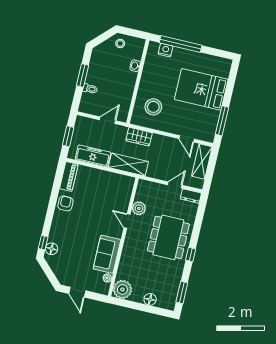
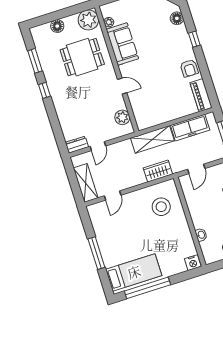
window: (181, 44) -> (147, 288), moved
nightstand: (166, 50) -> (193, 263), moved
bed: (201, 89) -> (134, 272), moved, width x0.67
window: (222, 121) -> (96, 253), moved
door: (187, 139) -> (113, 196), swing flipped
plant: (139, 208) -> (122, 117), moved
dining table: (168, 237) -> (82, 57), moved, width x0.73
window: (43, 243) -> (194, 39), moved
window: (182, 292) -> (35, 61), moved

